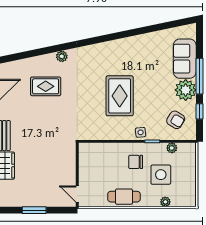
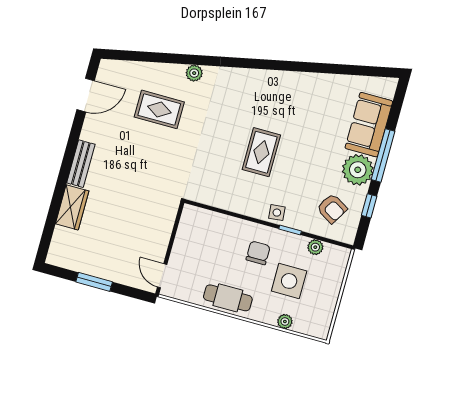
rug: (120, 96) -> (261, 152), width x0.73, depth x0.70
chair: (136, 162) -> (258, 253), turned 90

